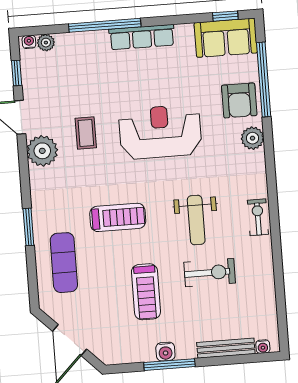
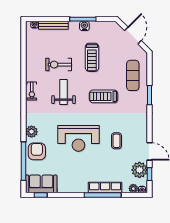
row of seats: (142, 37) -> (105, 188), moved
plant: (42, 151) -> (139, 170), moved
treadmill: (146, 292) -> (92, 57), turned 180

